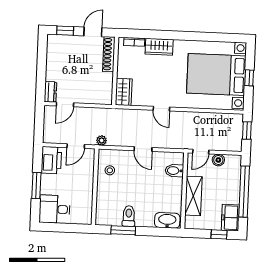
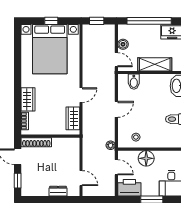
dresser: (50, 92) -> (58, 191), moved
wardrobe: (124, 92) -> (73, 118), moved, turned -90
floor lamp: (85, 181) -> (146, 158), added

